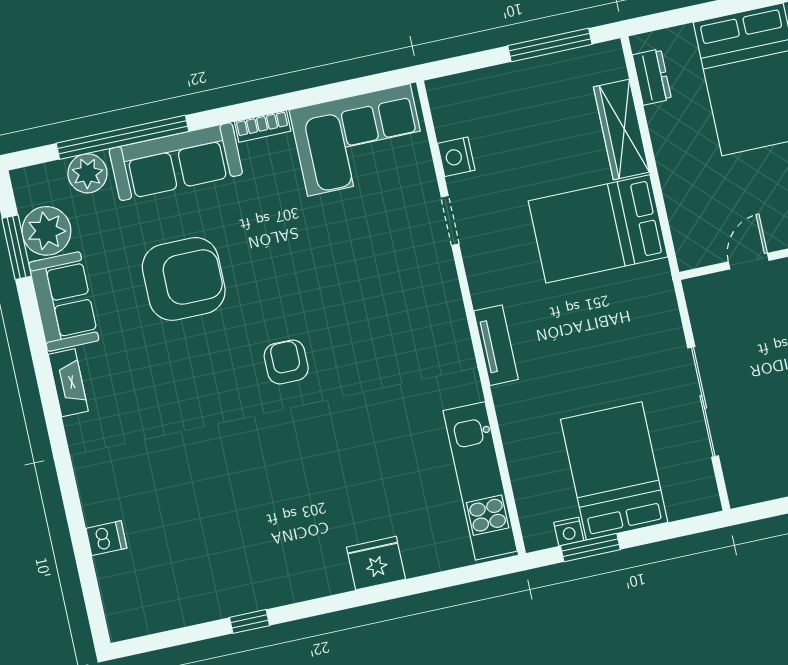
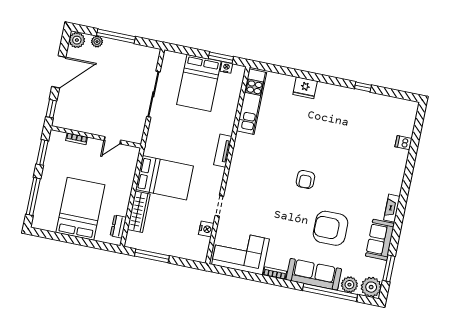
plant: (46, 231) -> (371, 287), moved

